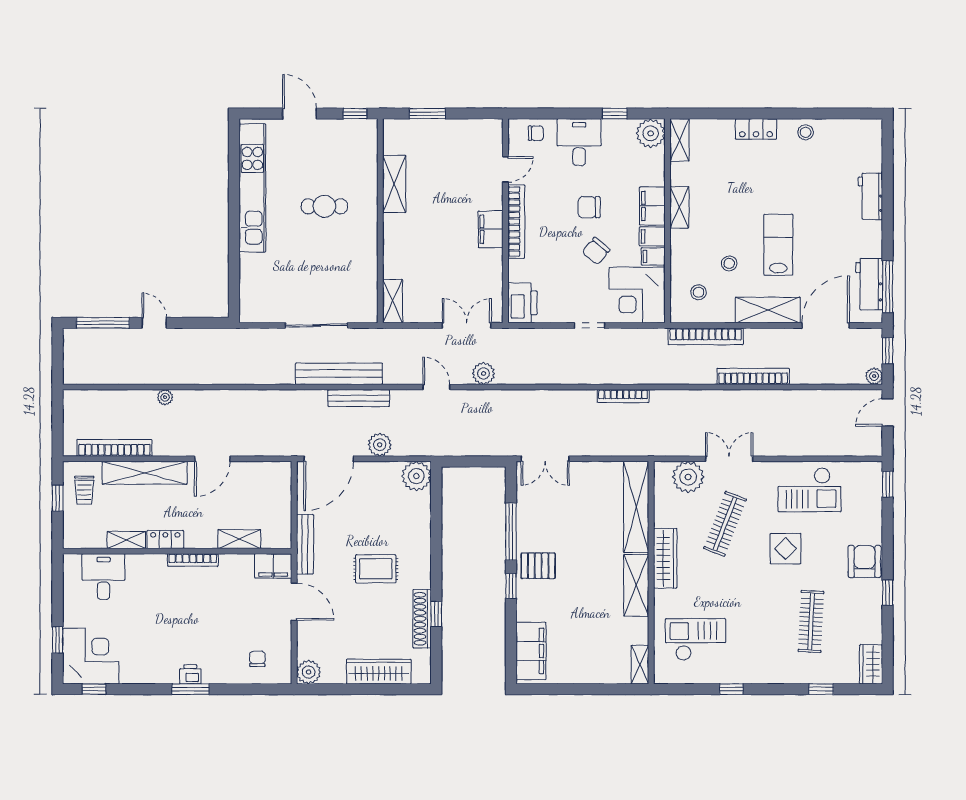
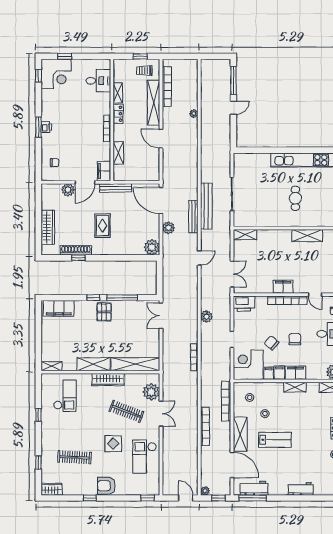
plant: (484, 373) -> (206, 316), moved
armchair: (865, 561) -> (106, 486), turned 180
plant: (309, 672) -> (68, 190), moved

